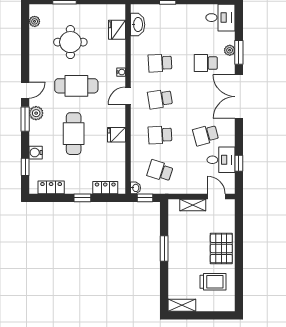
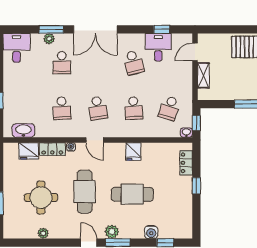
plant: (35, 21) -> (43, 233), moved
locker: (51, 187) -> (52, 149), moved, turned -90

